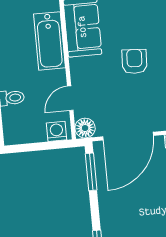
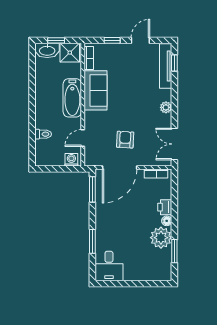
armchair: (134, 61) -> (125, 140), moved
floor lamp: (85, 128) -> (91, 159), removed

